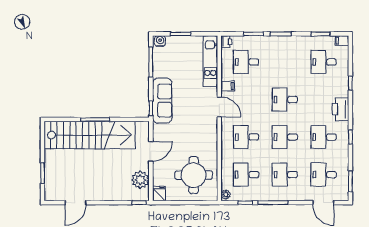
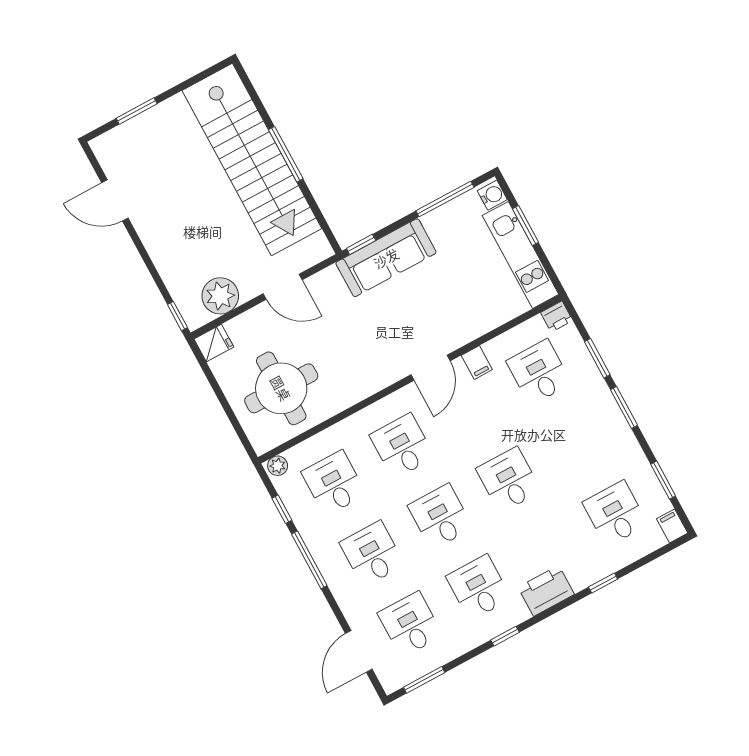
kitchen unit: (210, 61) -> (520, 255), moved, turned -90

